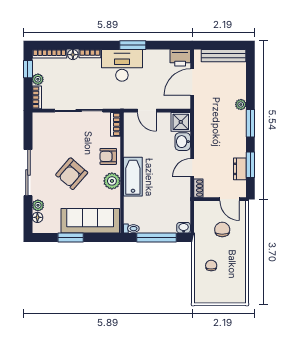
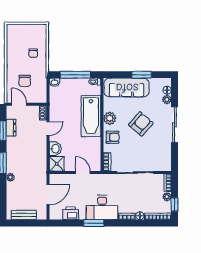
bench: (223, 56) -> (24, 215), width x0.73
printer: (180, 58) -> (71, 213), moved
bathtub: (133, 177) -> (91, 116), width x1.36, depth x1.36

